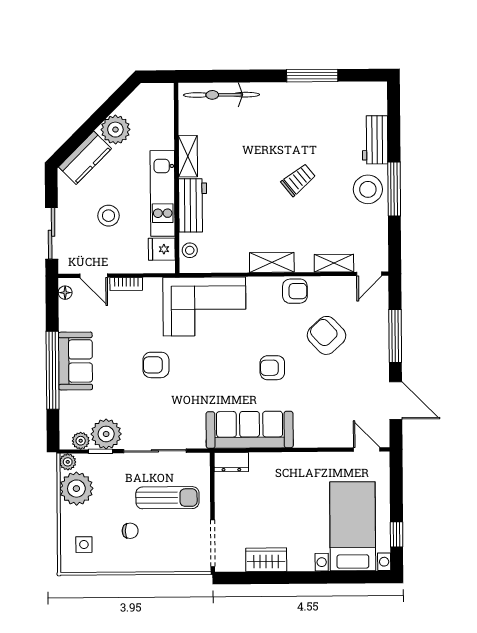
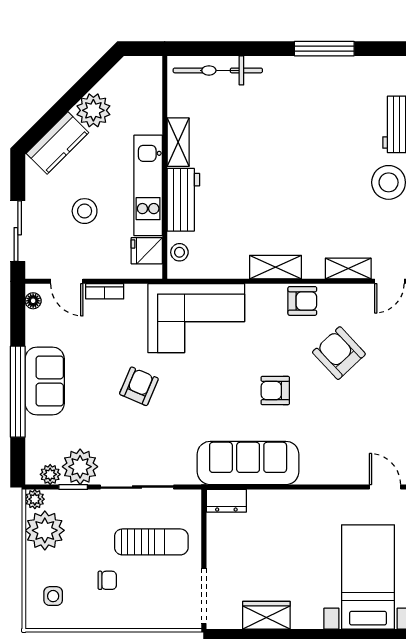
trolley: (298, 180) -> (307, 171), removed
armchair: (156, 365) -> (139, 386), turned 113

